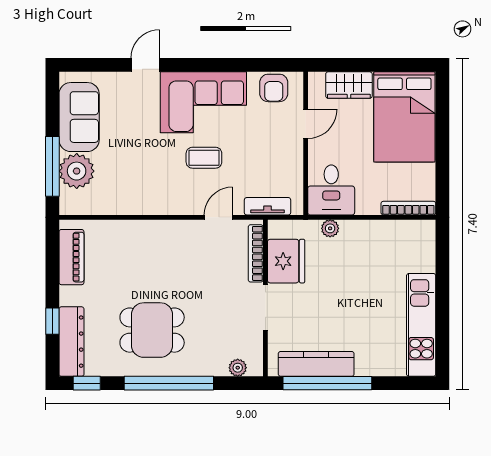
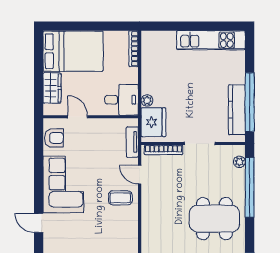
coffee table: (204, 158) -> (120, 198), moved, turned 90
fridge: (286, 261) -> (153, 122), moved, turned 90
dining table: (152, 330) -> (214, 219), width x1.38
window: (169, 383) -> (250, 187), moved

